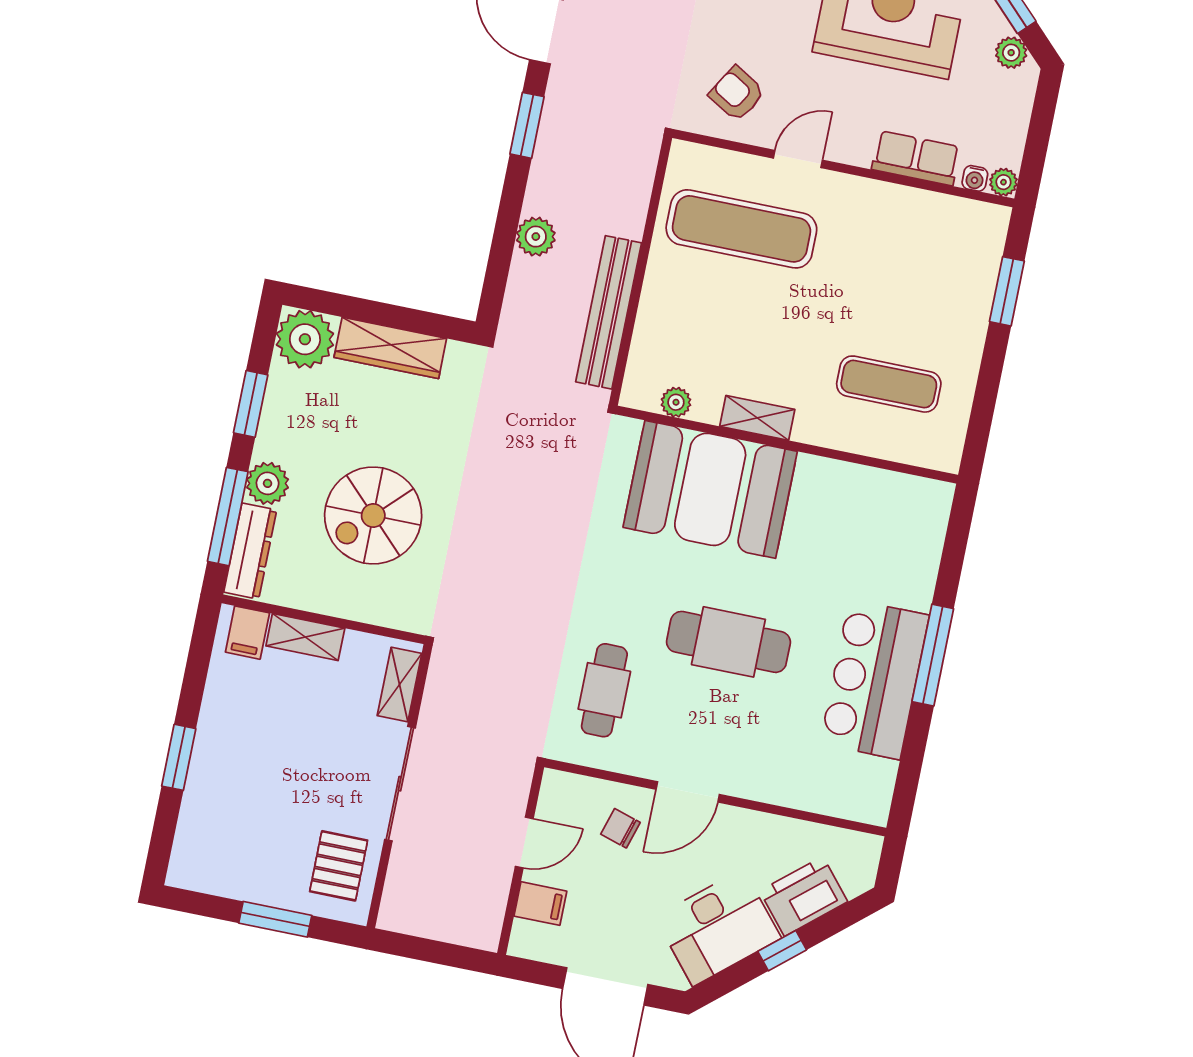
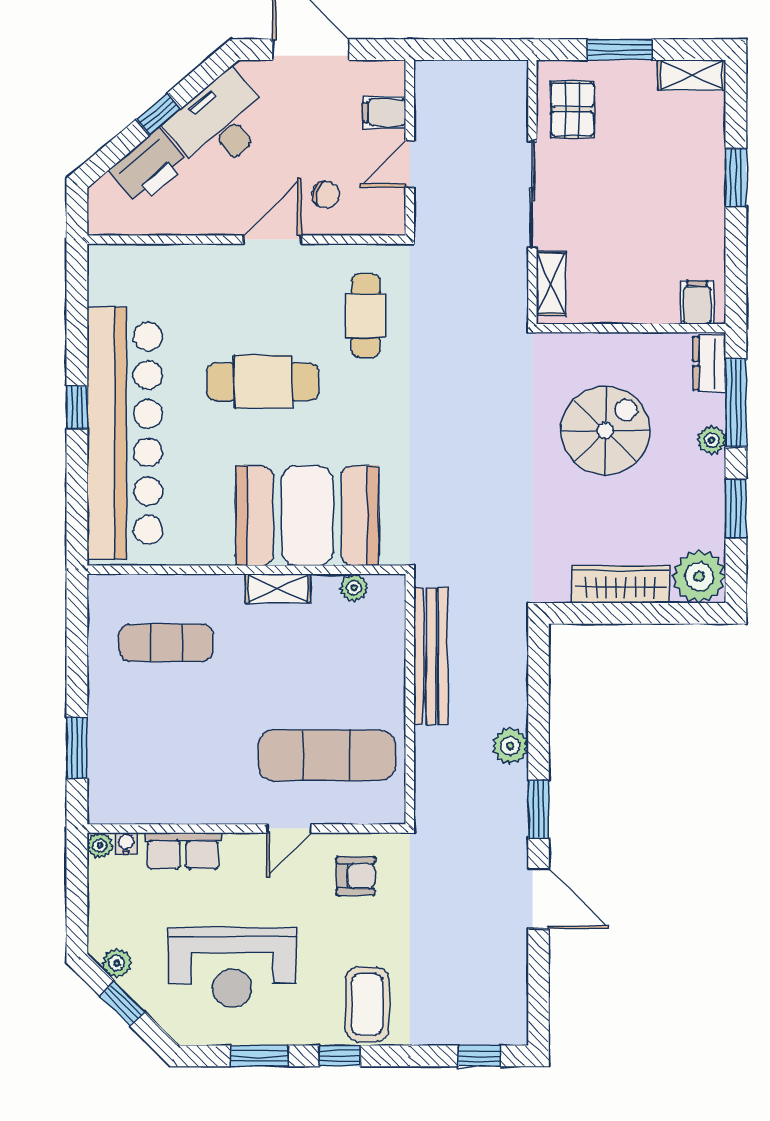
armchair: (737, 94) -> (356, 876), turned -31
plant: (536, 237) -> (510, 746), moved
plant: (268, 483) -> (712, 440), width x0.73, depth x0.73
dresser: (250, 551) -> (709, 363), width x0.70
shelving: (305, 637) -> (692, 75), moved
window: (933, 655) -> (77, 407), width x0.46
bar counter: (875, 679) -> (125, 433), width x1.86

